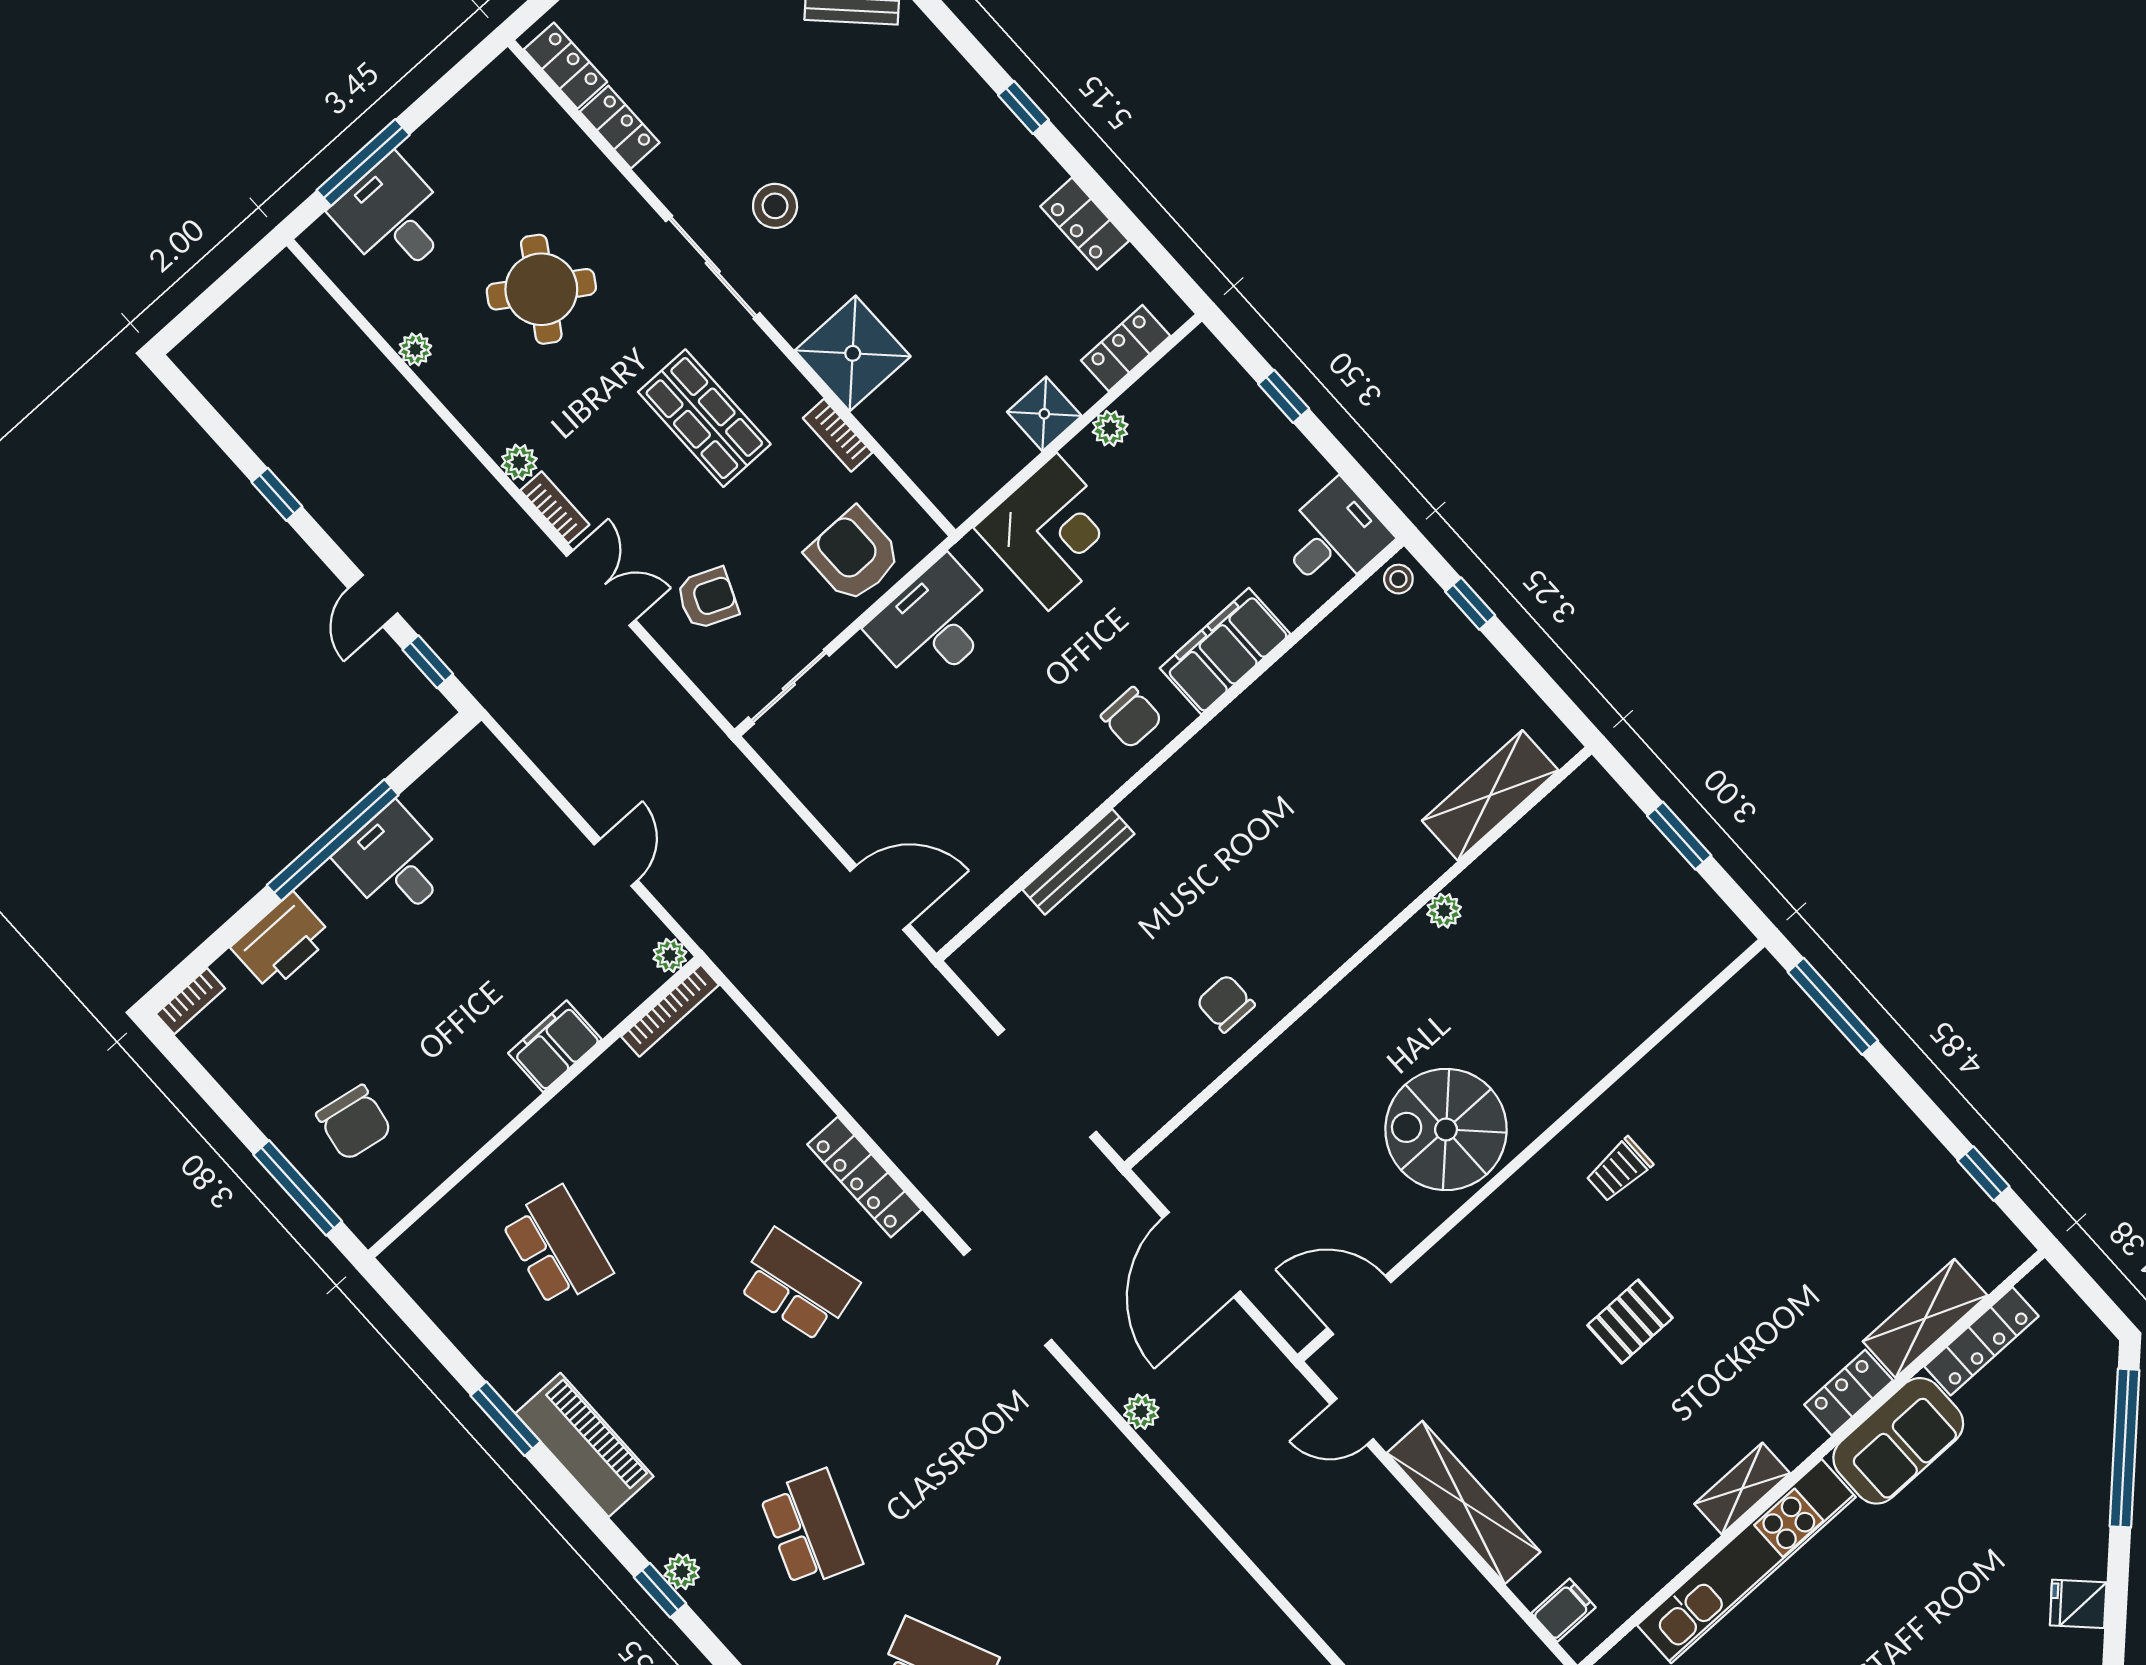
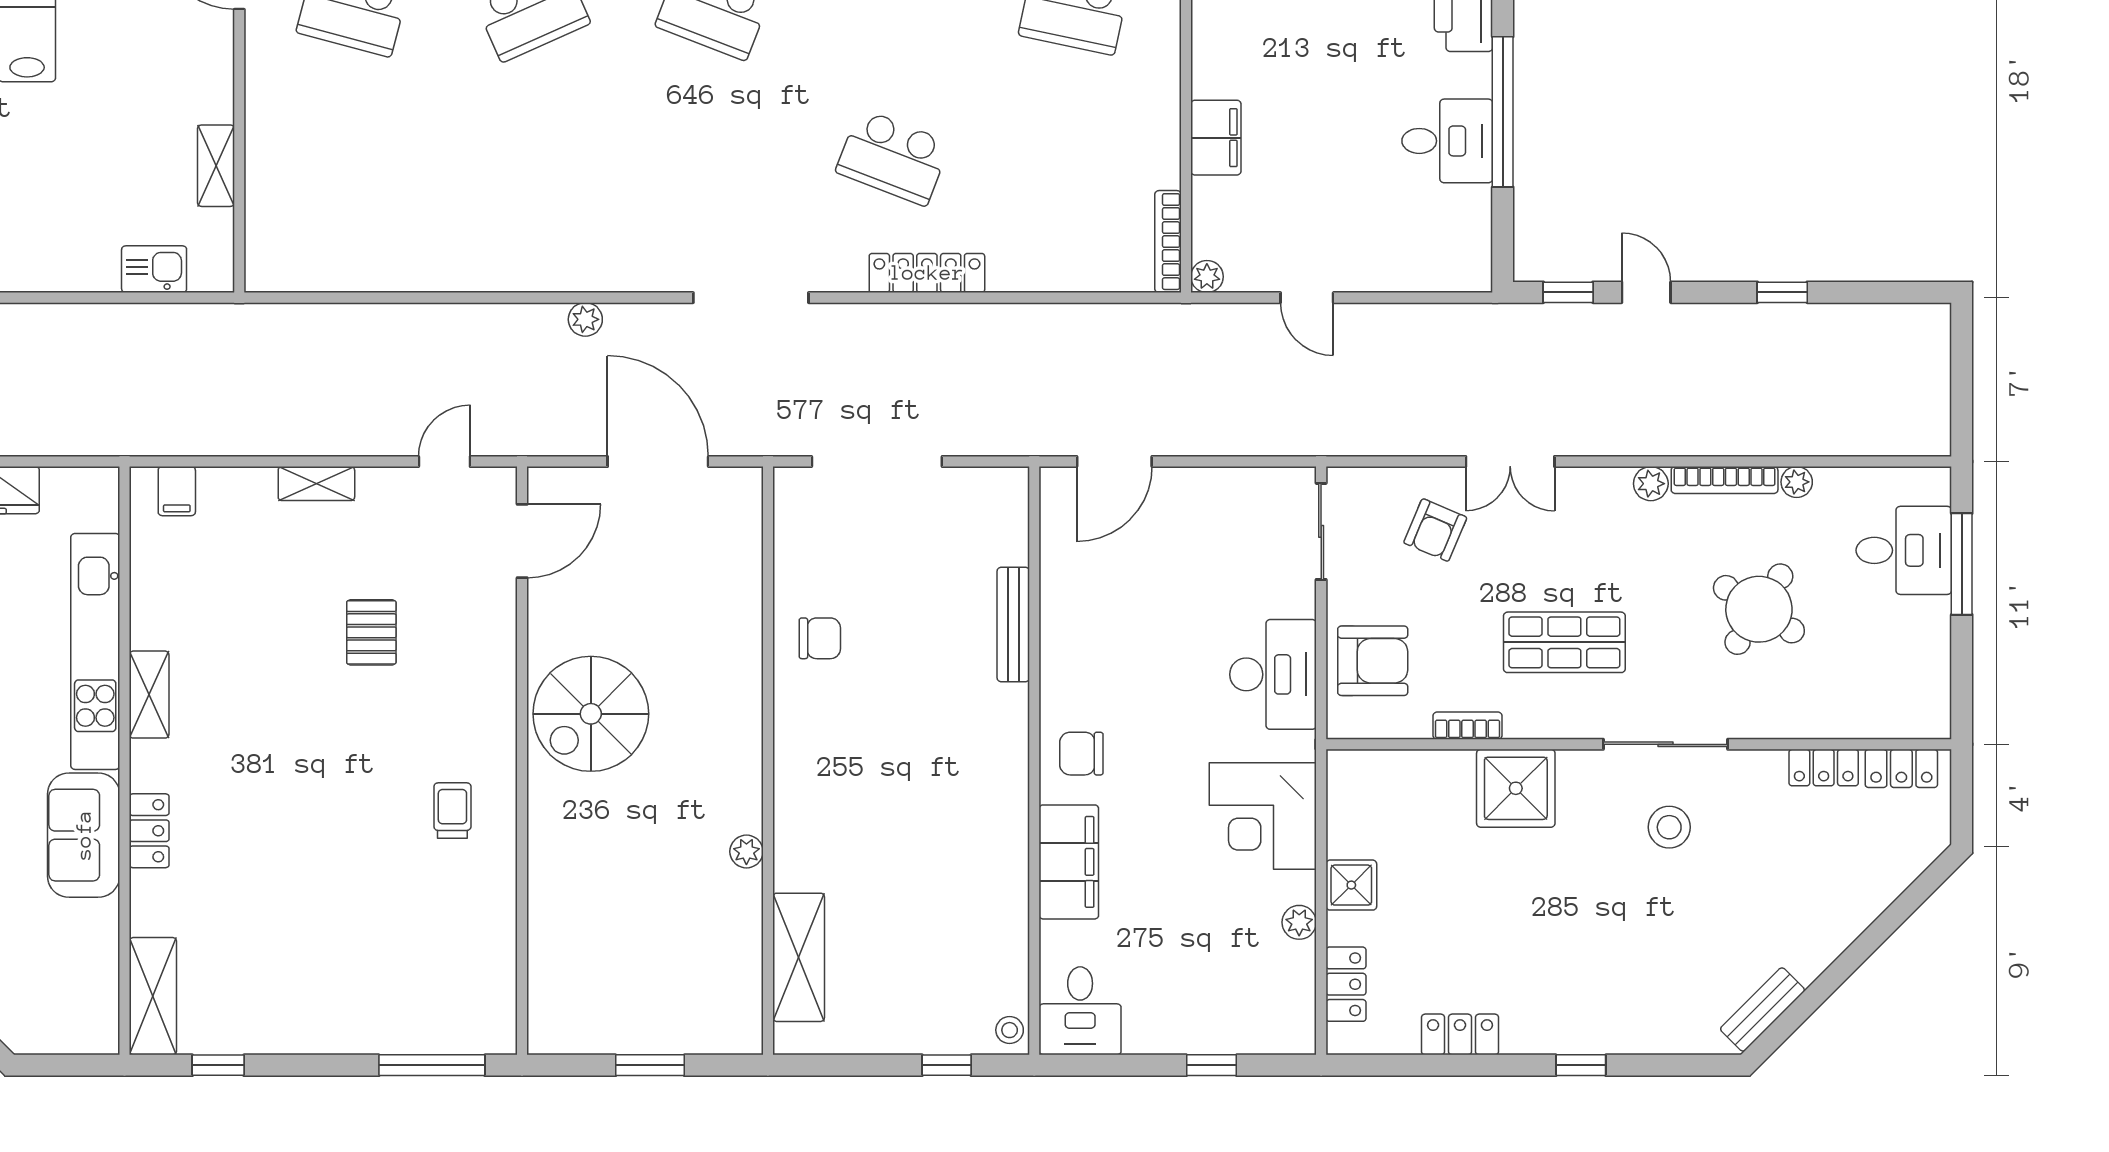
bookcase: (555, 507) -> (1725, 480), moved, width x1.56
spiral stairs: (1446, 1129) -> (591, 714), turned 180
school desk: (798, 1285) -> (893, 157), turned 36
shelving: (1925, 1318) -> (153, 996), moved
pallet: (1630, 1322) -> (371, 632), moved
locker: (1981, 1341) -> (101, 957), removed
shelving: (1464, 1502) -> (316, 484), width x0.45, depth x0.75

